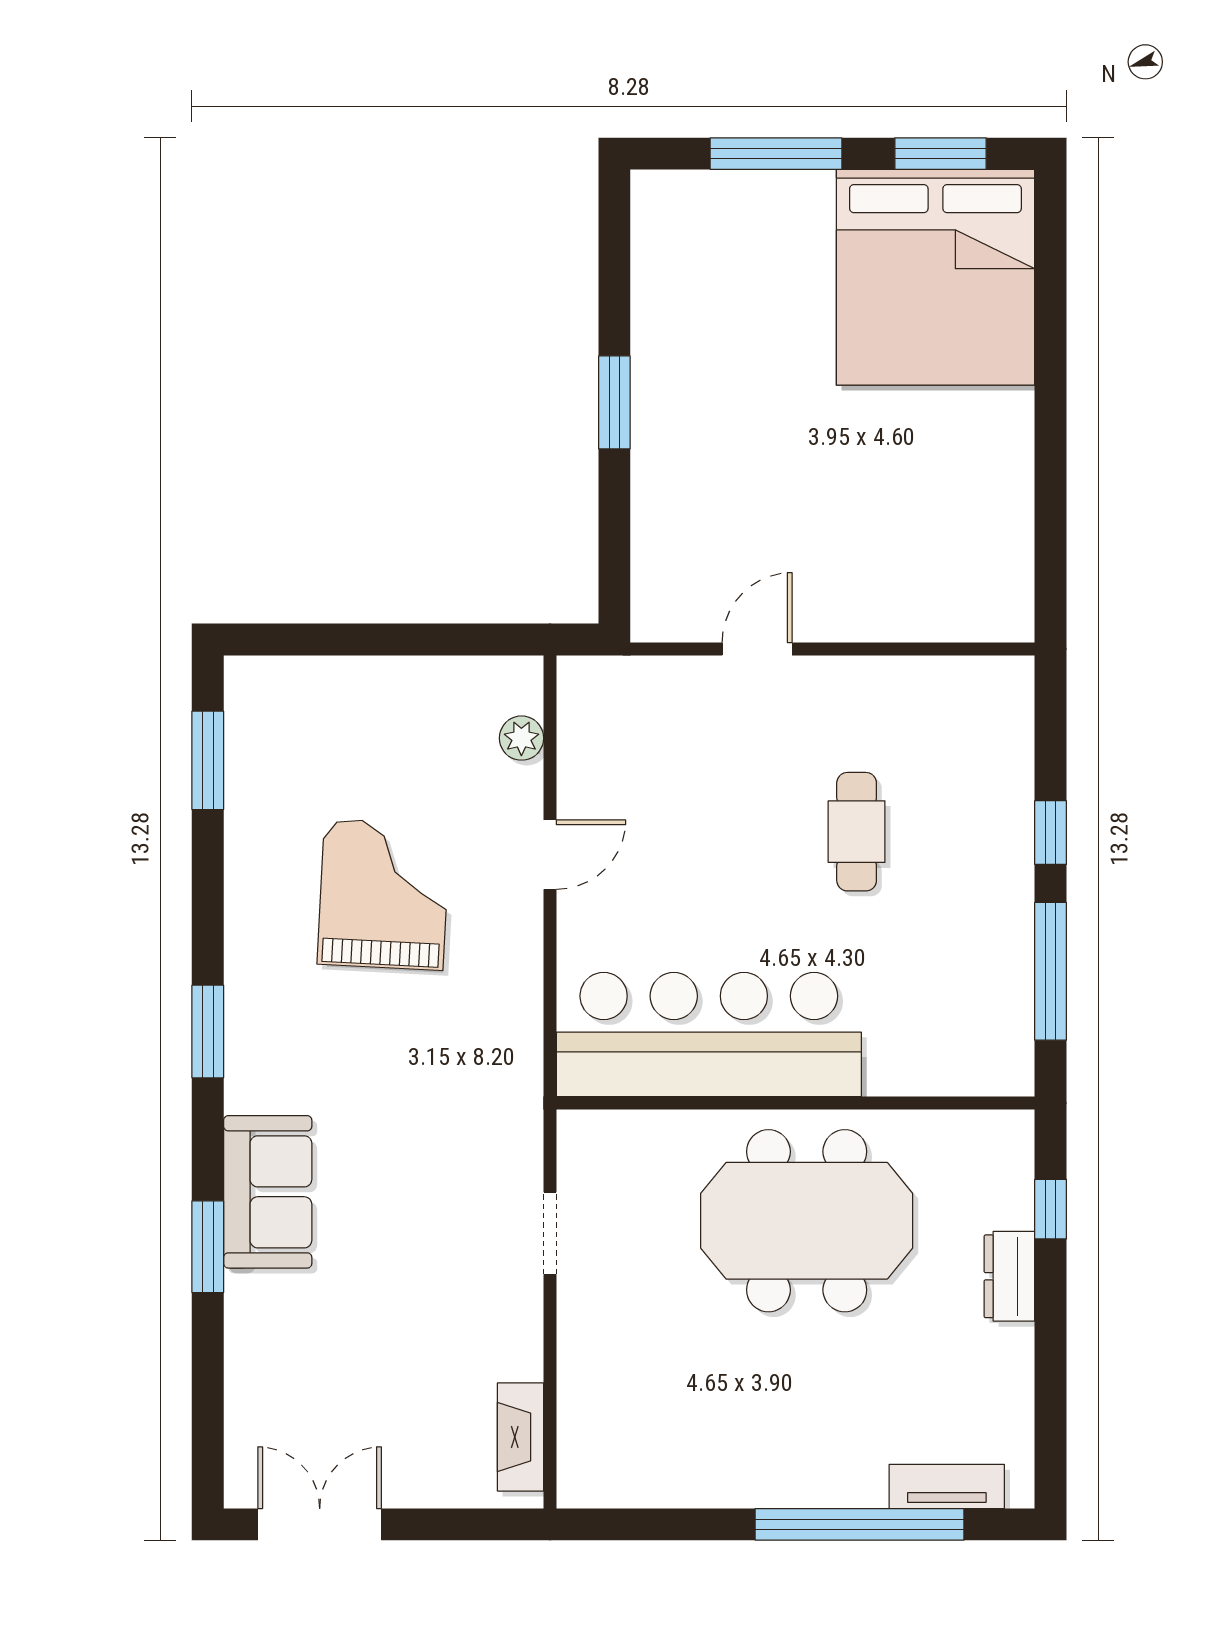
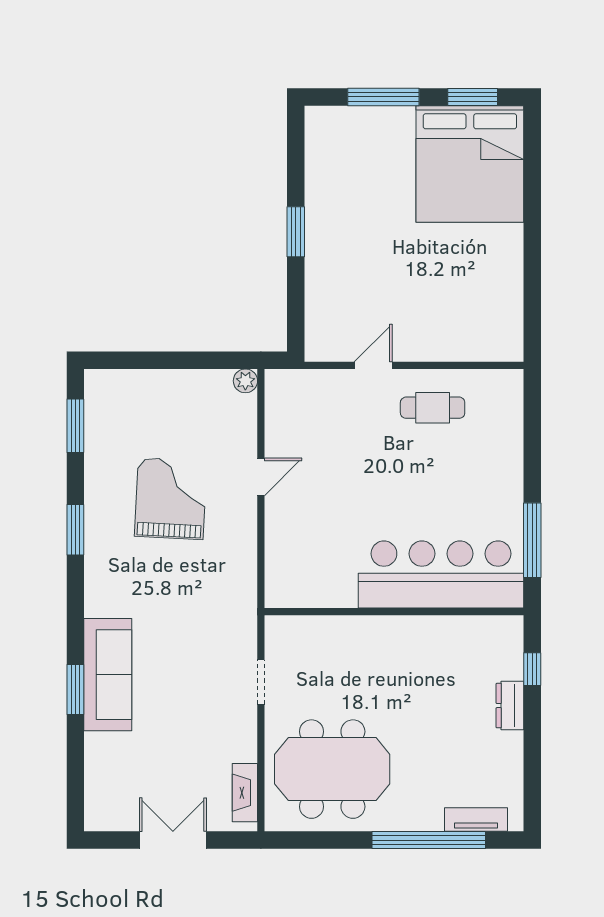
plant: (521, 738) -> (245, 381), moved
cafe table: (857, 832) -> (433, 408), moved, turned 90
window: (1051, 833) -> (532, 465), removed
window: (208, 1032) -> (75, 530), moved
bar counter: (709, 1035) -> (441, 574), moved
sofa: (268, 1192) -> (108, 675), width x1.36
meeting table: (807, 1221) -> (332, 769), moved
double door: (320, 1524) -> (173, 840), moved

